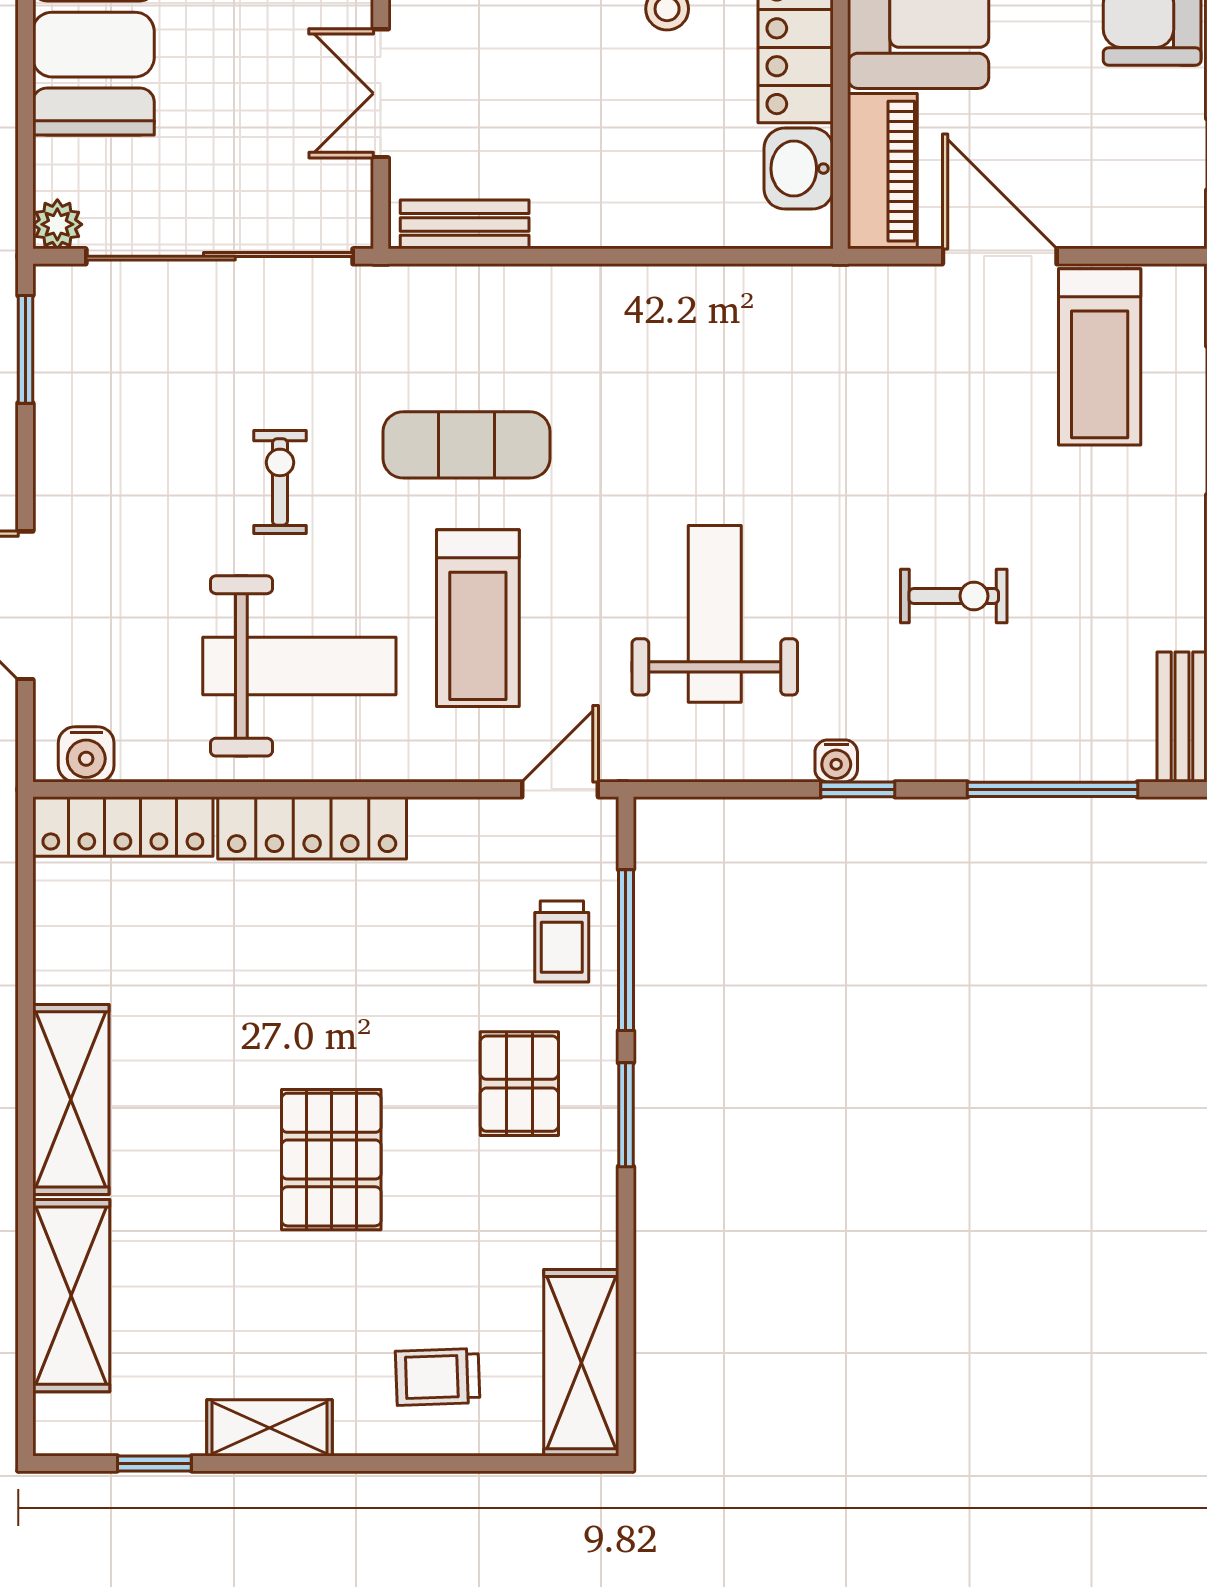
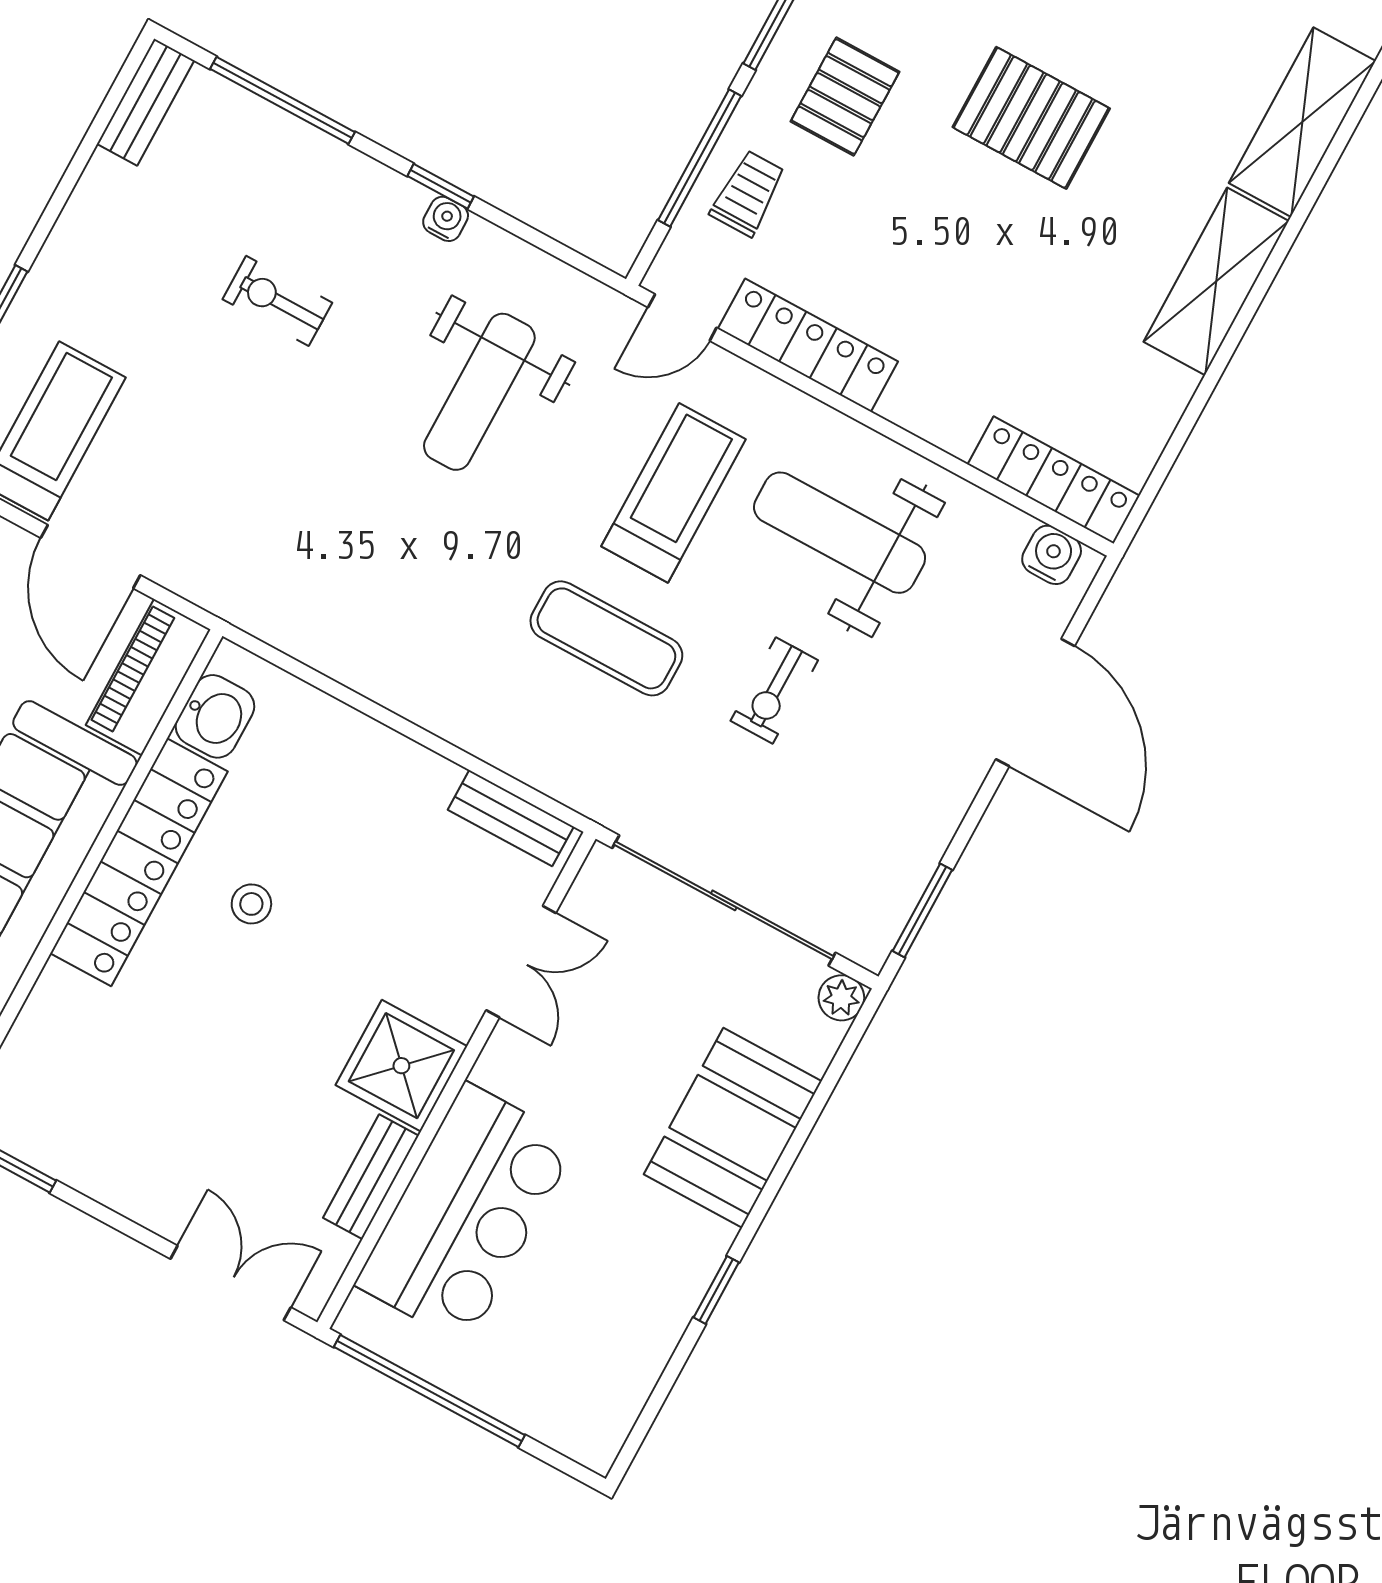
locker: (312, 828) -> (808, 345), moved
pallet: (331, 1160) -> (1031, 118), turned 90

